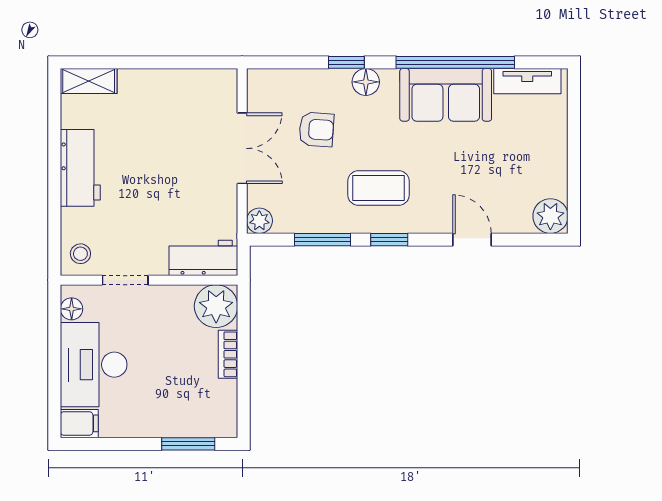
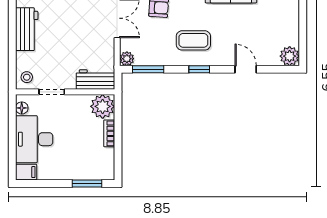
window: (322, 240) -> (148, 69), moved

